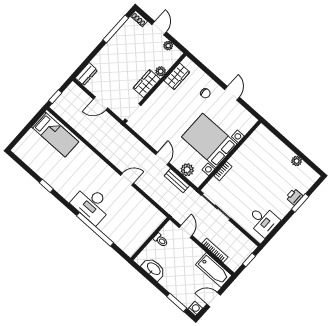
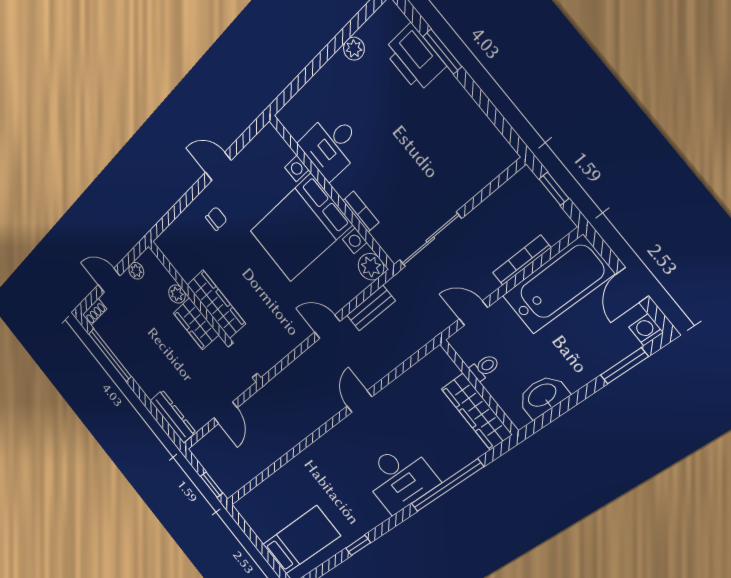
dresser: (86, 74) -> (173, 417), width x1.44
wardrobe: (177, 76) -> (216, 304), moved, width x1.50
bed: (55, 134) -> (301, 540), moved
plant: (187, 170) -> (371, 267), moved
printer: (294, 197) -> (415, 58), width x1.87, depth x1.48
desk: (263, 221) -> (331, 145), moved, turned 180
wardrobe: (138, 239) -> (477, 412), added
bathtub: (214, 270) -> (558, 285), width x1.36, depth x1.36

